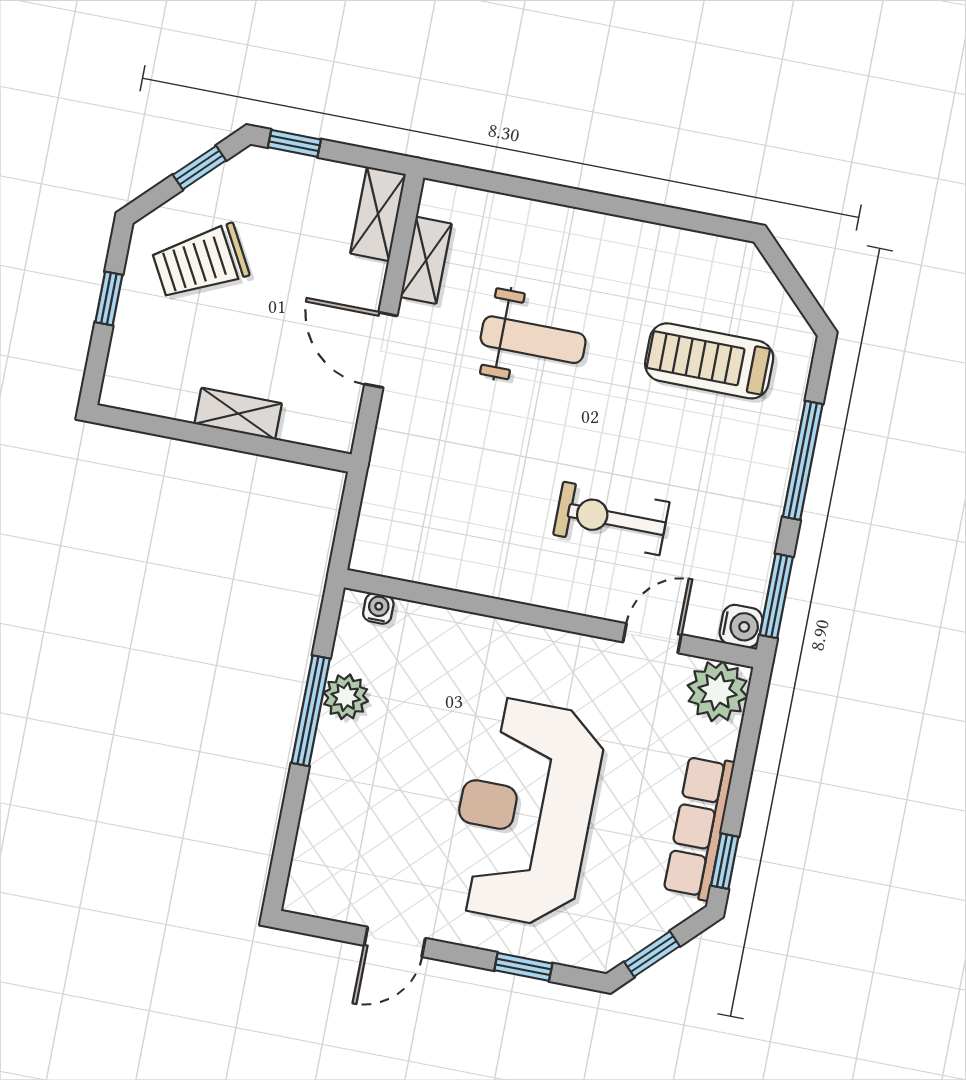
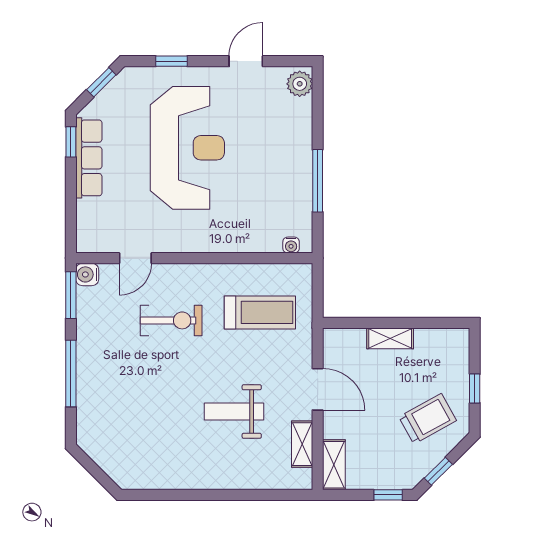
treadmill: (709, 361) -> (260, 312), moved
plant: (718, 691) -> (93, 236), removed
plant: (346, 697) -> (300, 84), moved

